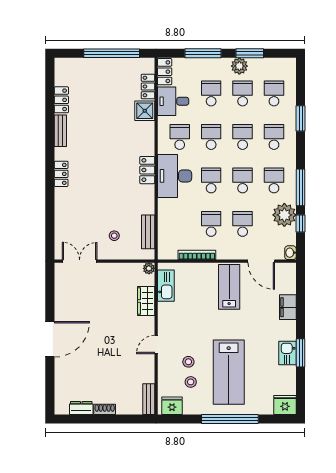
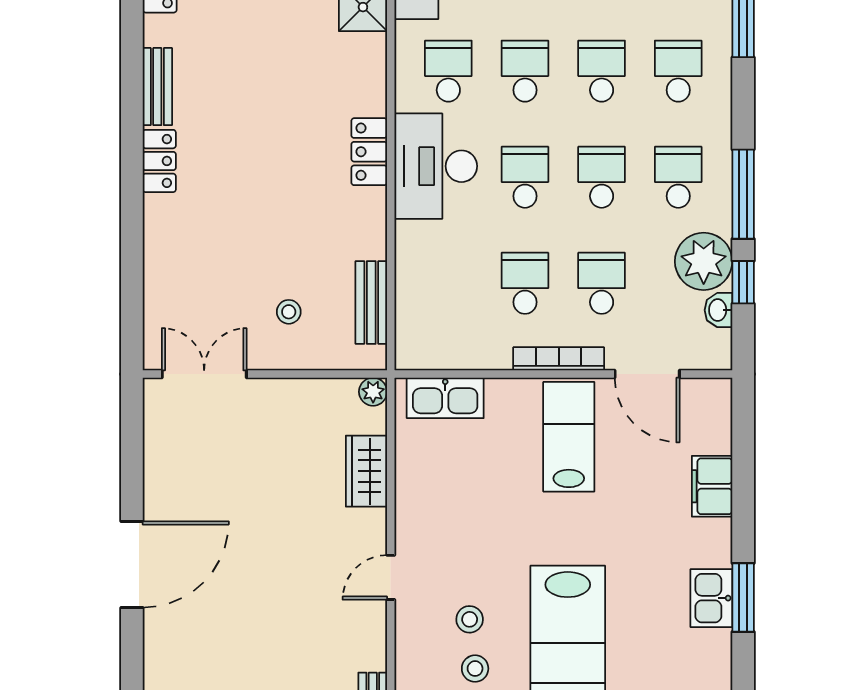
bench: (60, 131) -> (157, 87), moved
washbasin: (290, 253) -> (718, 310), moved
bookcase: (197, 255) -> (559, 359), moved
kitchen sink: (166, 286) -> (445, 398), moved, turned 90

